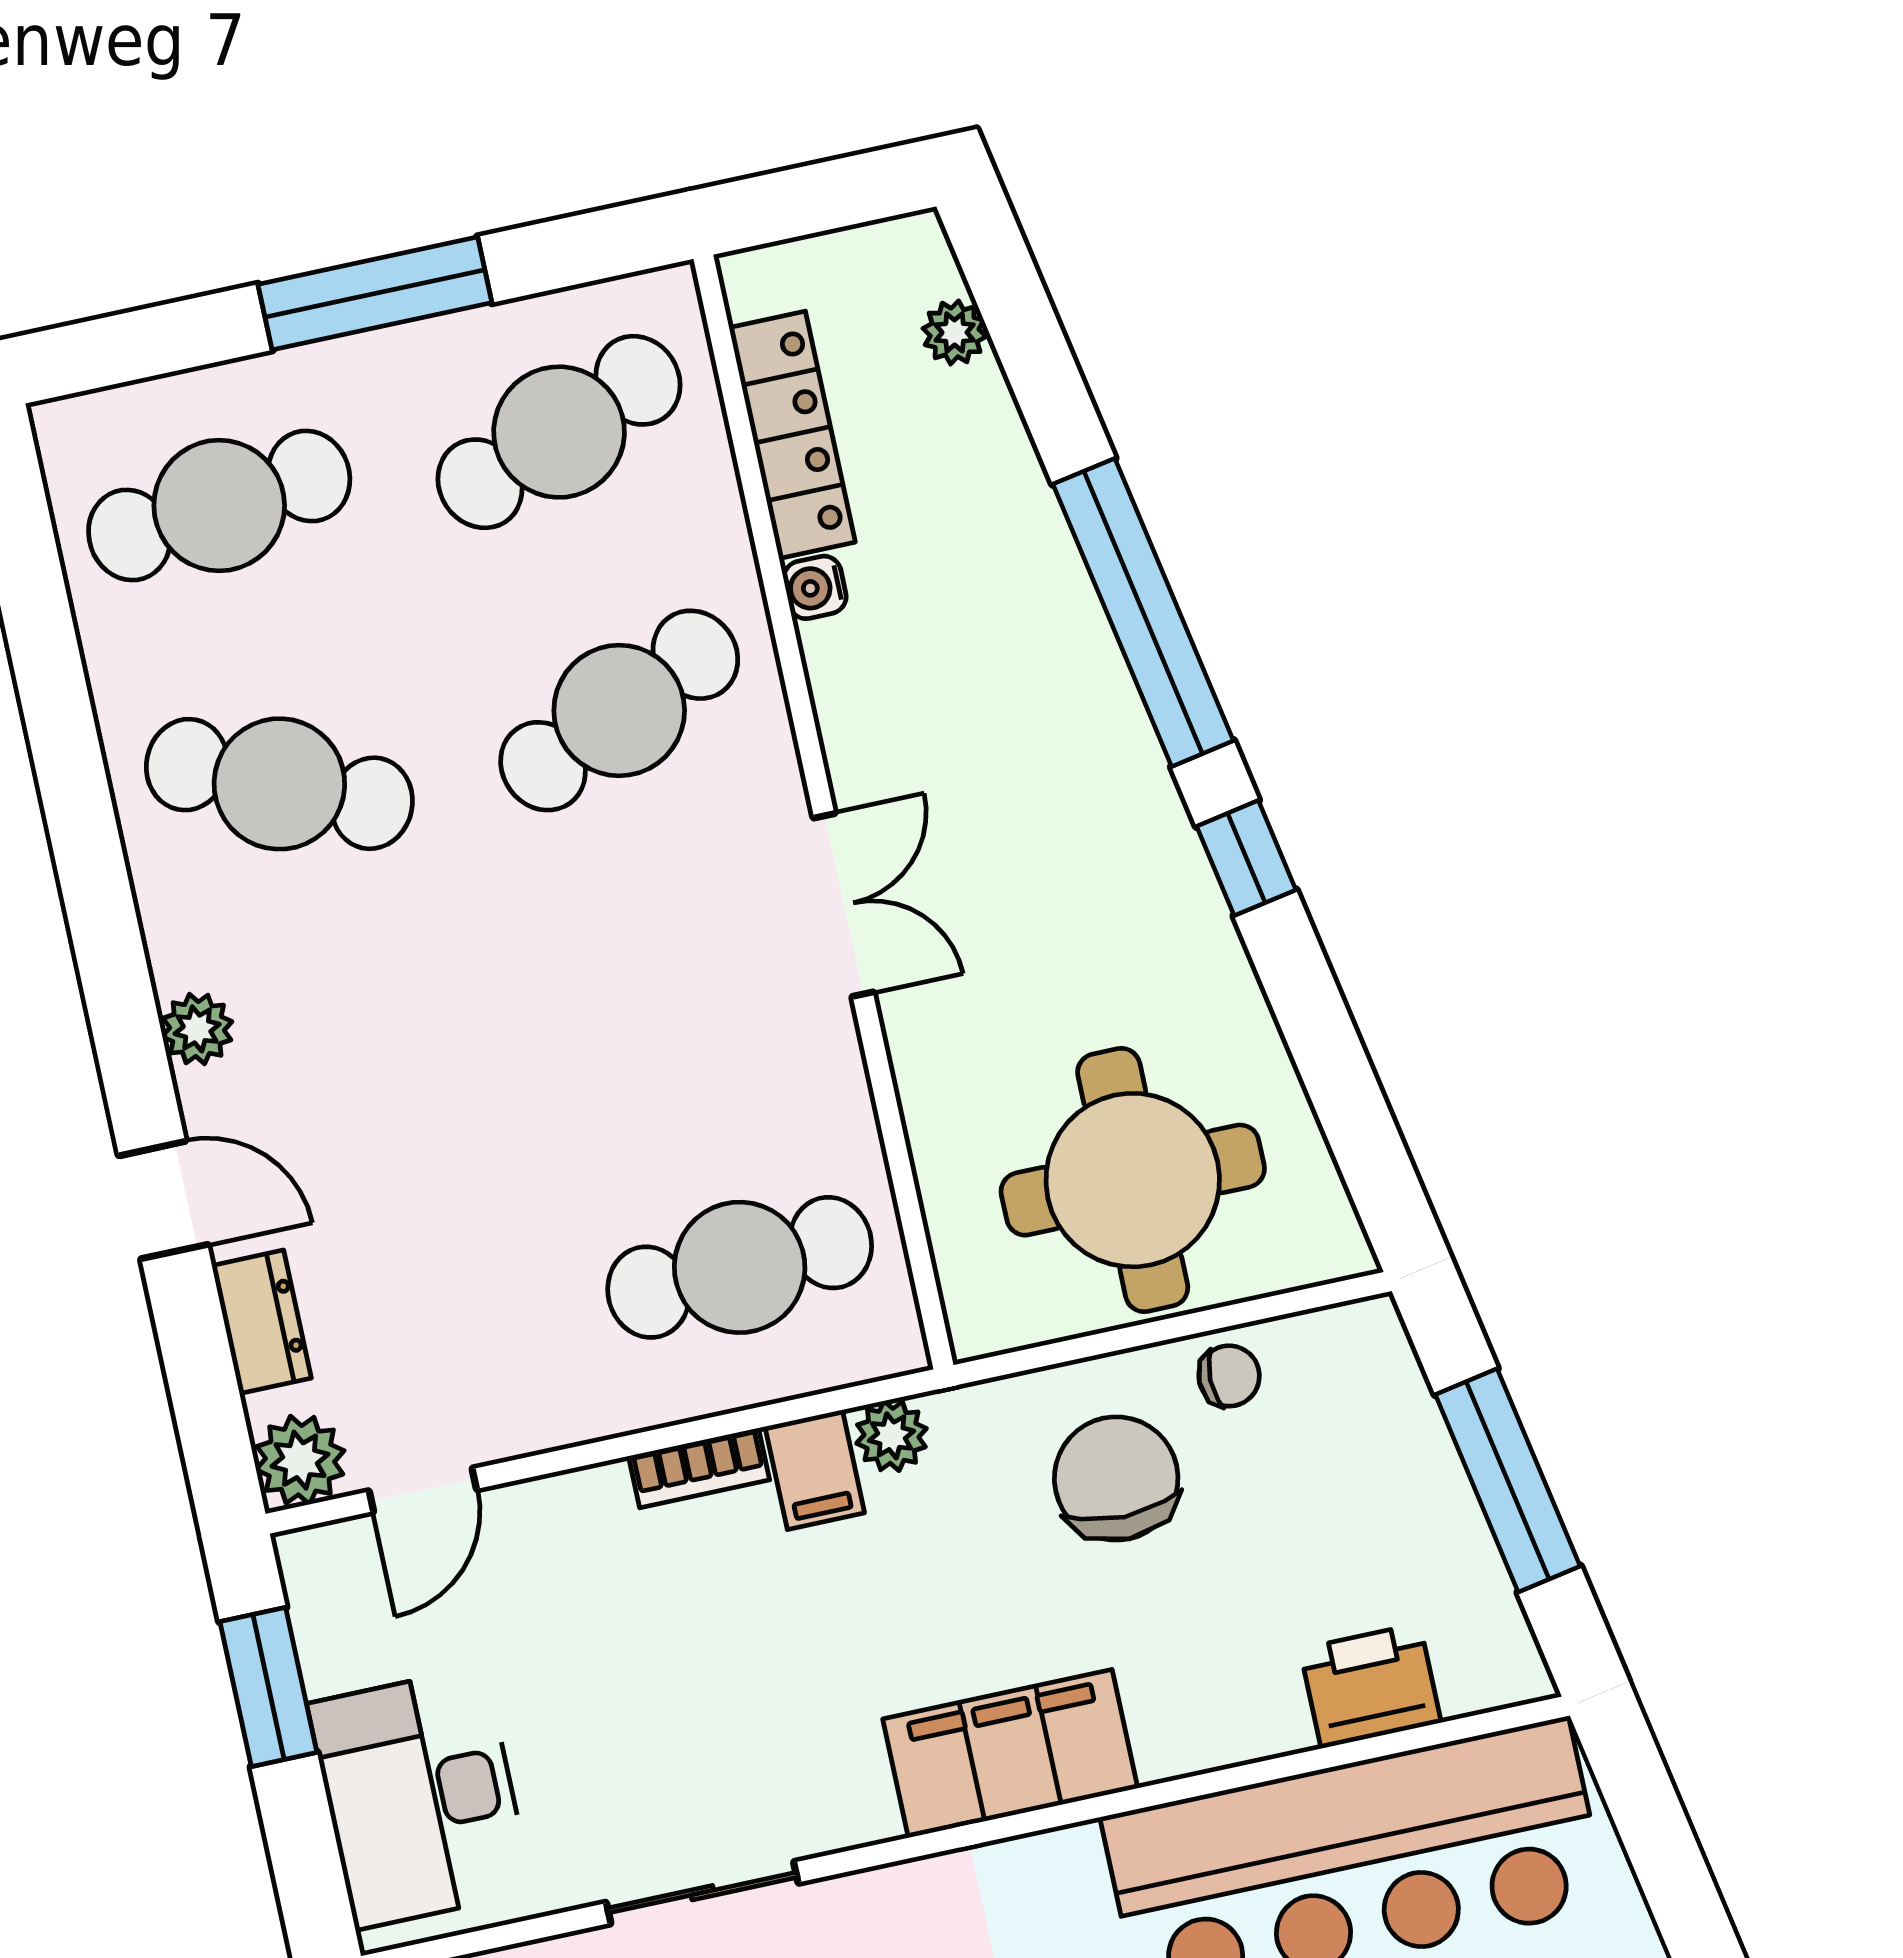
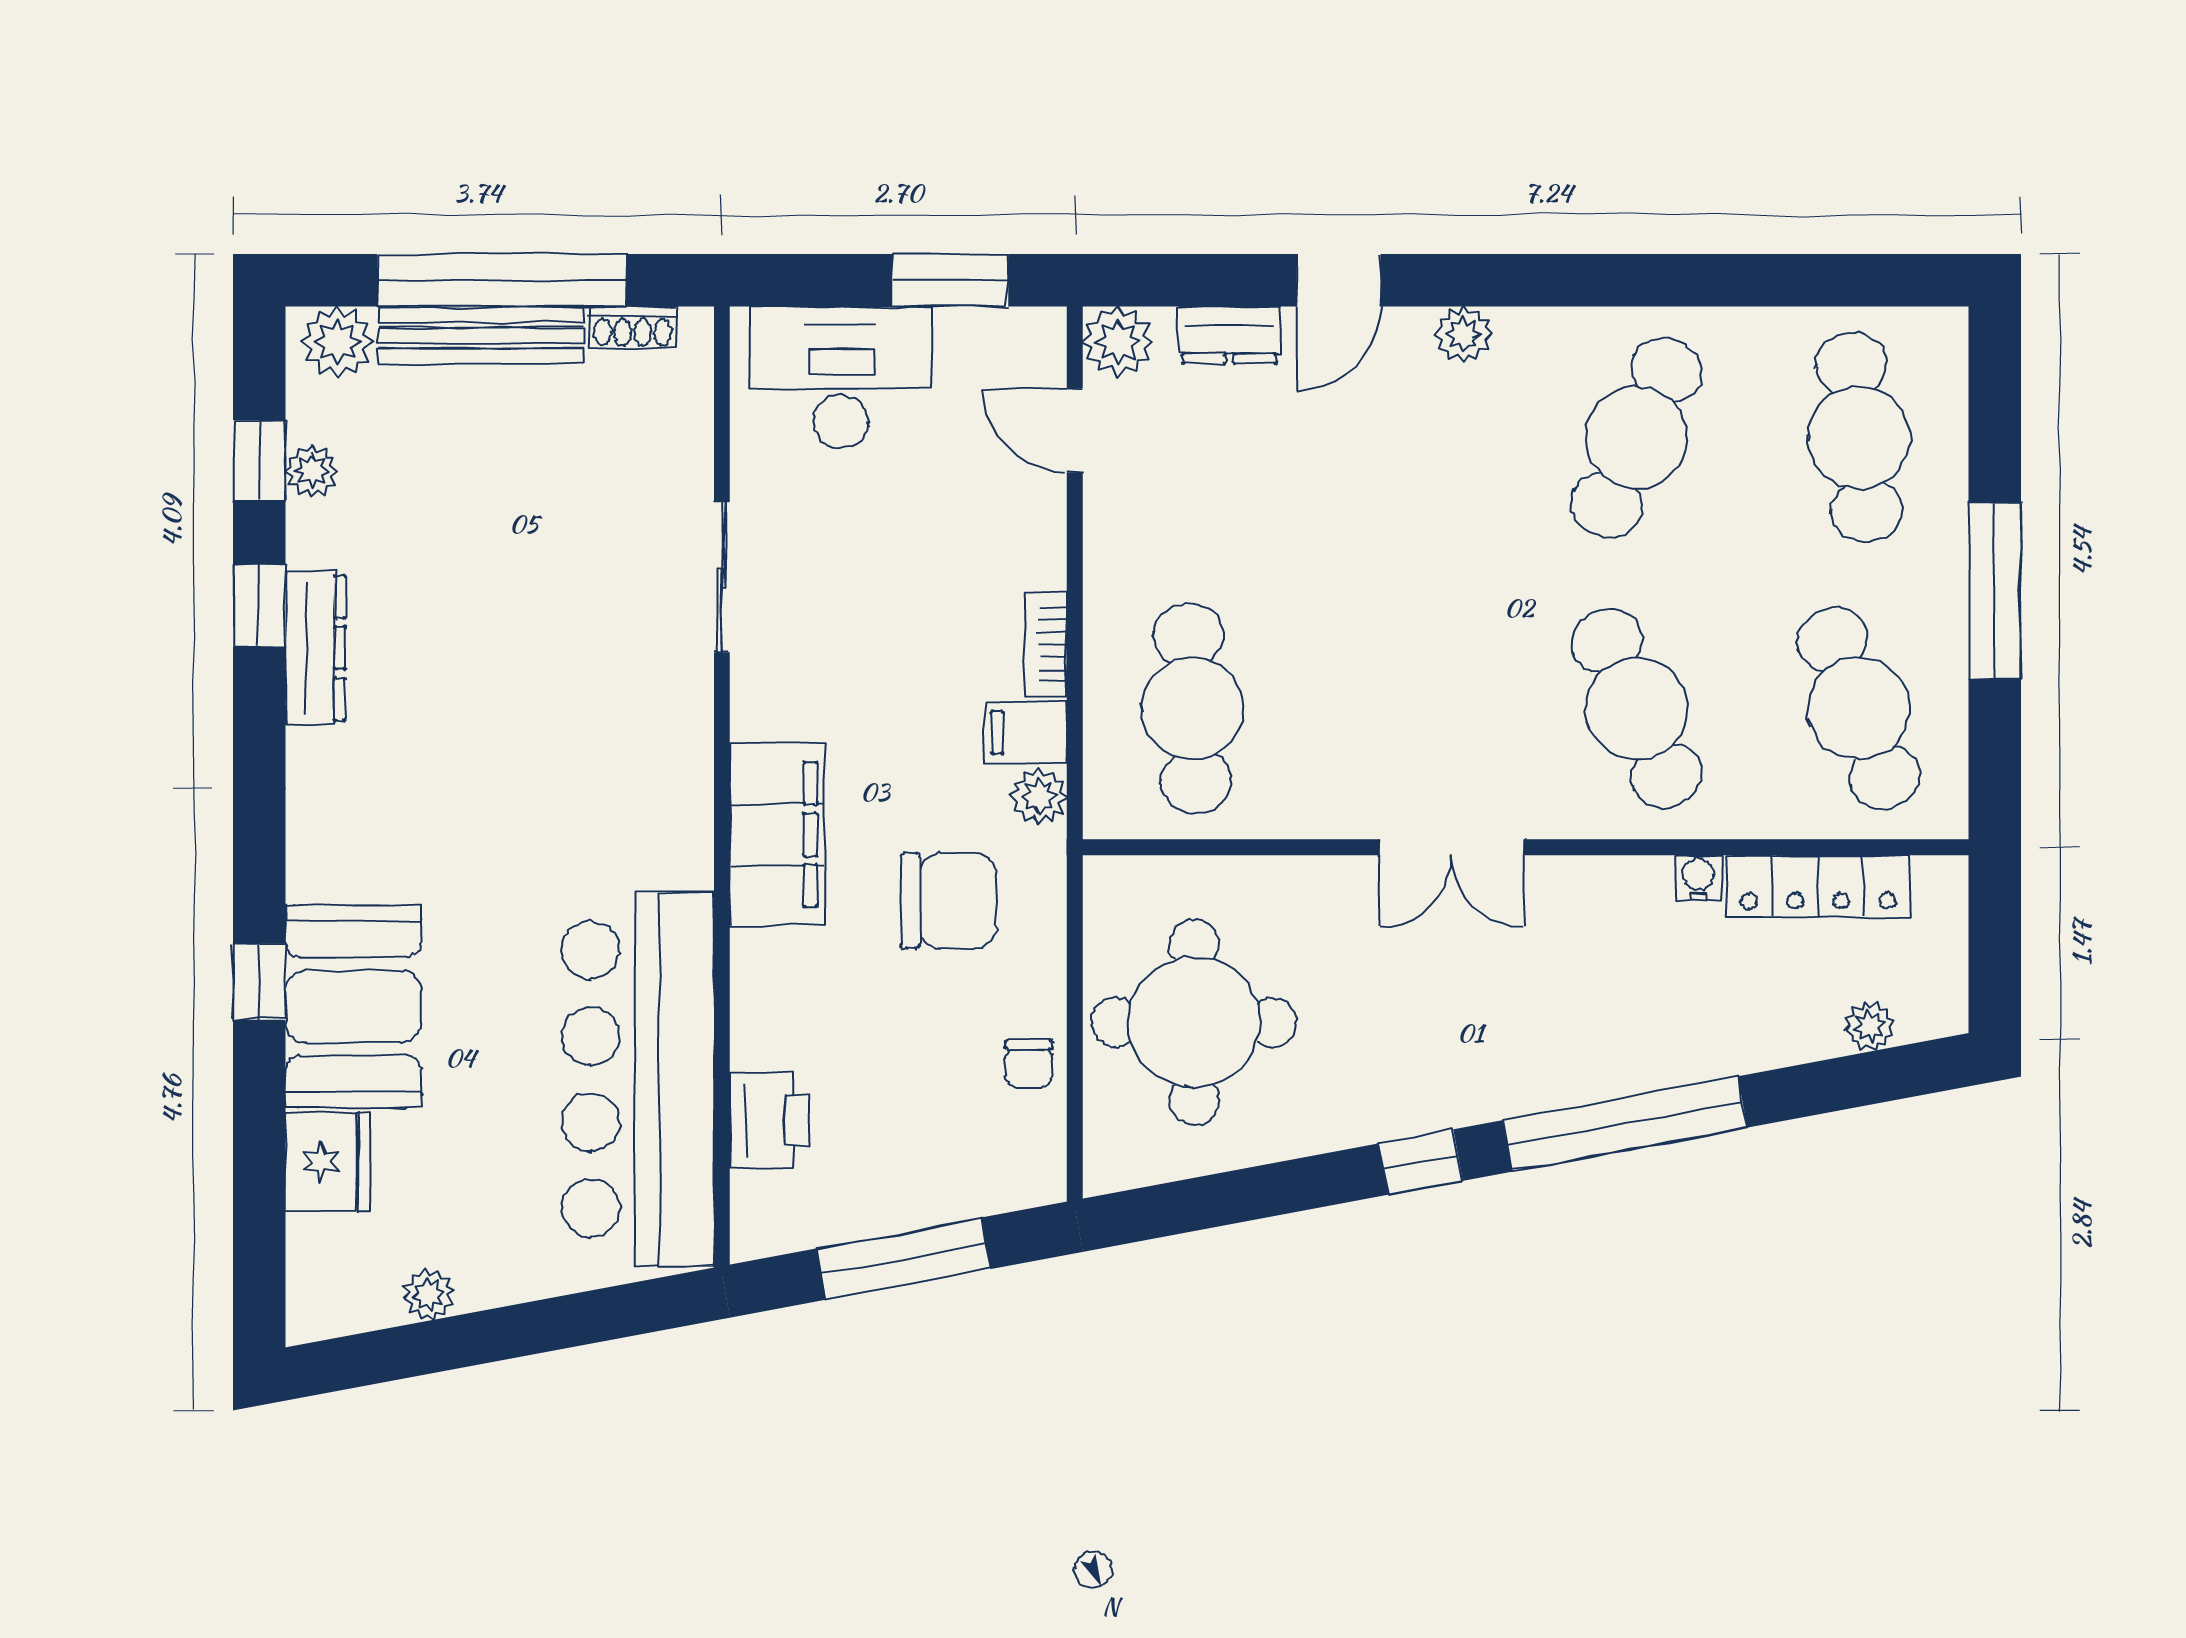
chair: (1116, 1479) -> (949, 901), moved

